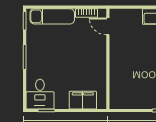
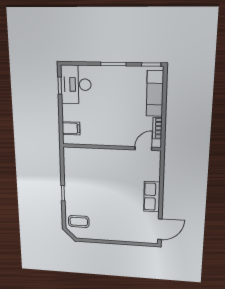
desk: (40, 94) -> (76, 85), width x1.37
filing cabinet: (83, 100) -> (71, 128), width x0.50

